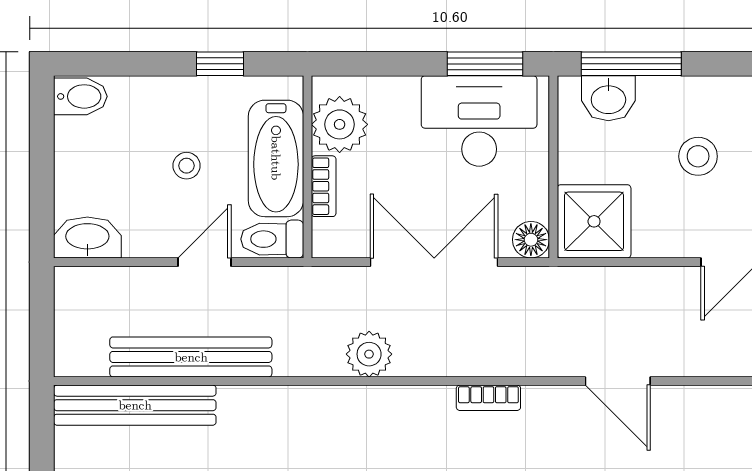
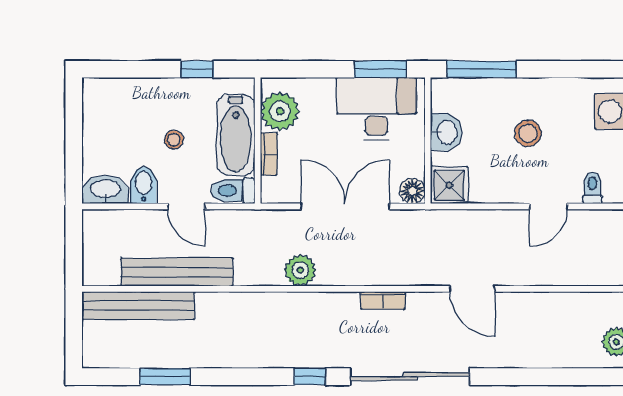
bidet: (80, 96) -> (144, 185), moved, turned -90
washbasin: (608, 98) -> (446, 132), moved, turned -90
shower: (594, 221) -> (449, 185), width x0.73, depth x0.73
door: (205, 262) -> (186, 206), swing flipped

